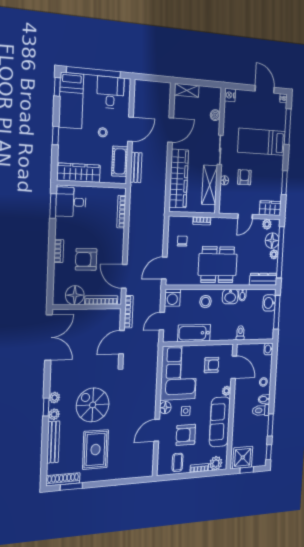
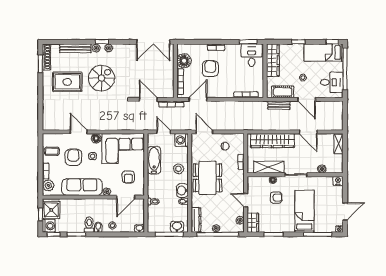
floor lamp: (272, 241) -> (227, 226), removed
washing machine: (260, 459) -> (49, 226), added

